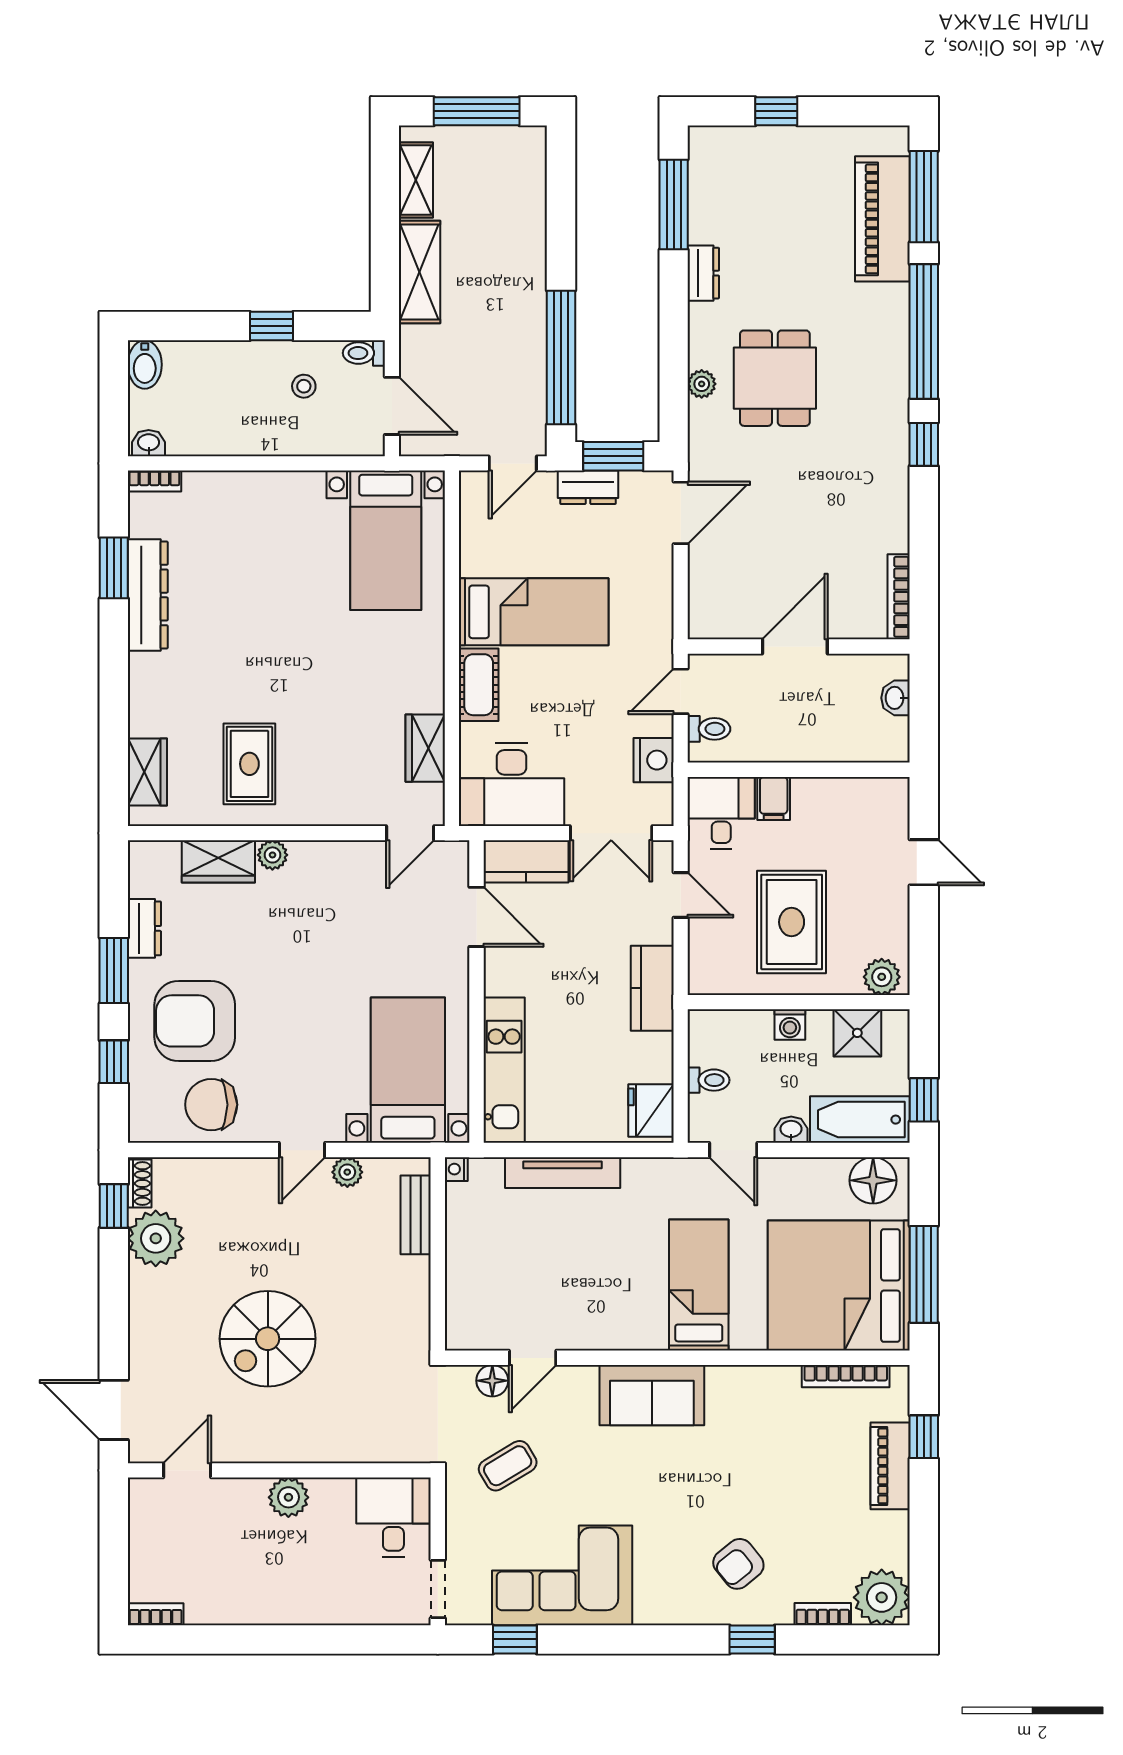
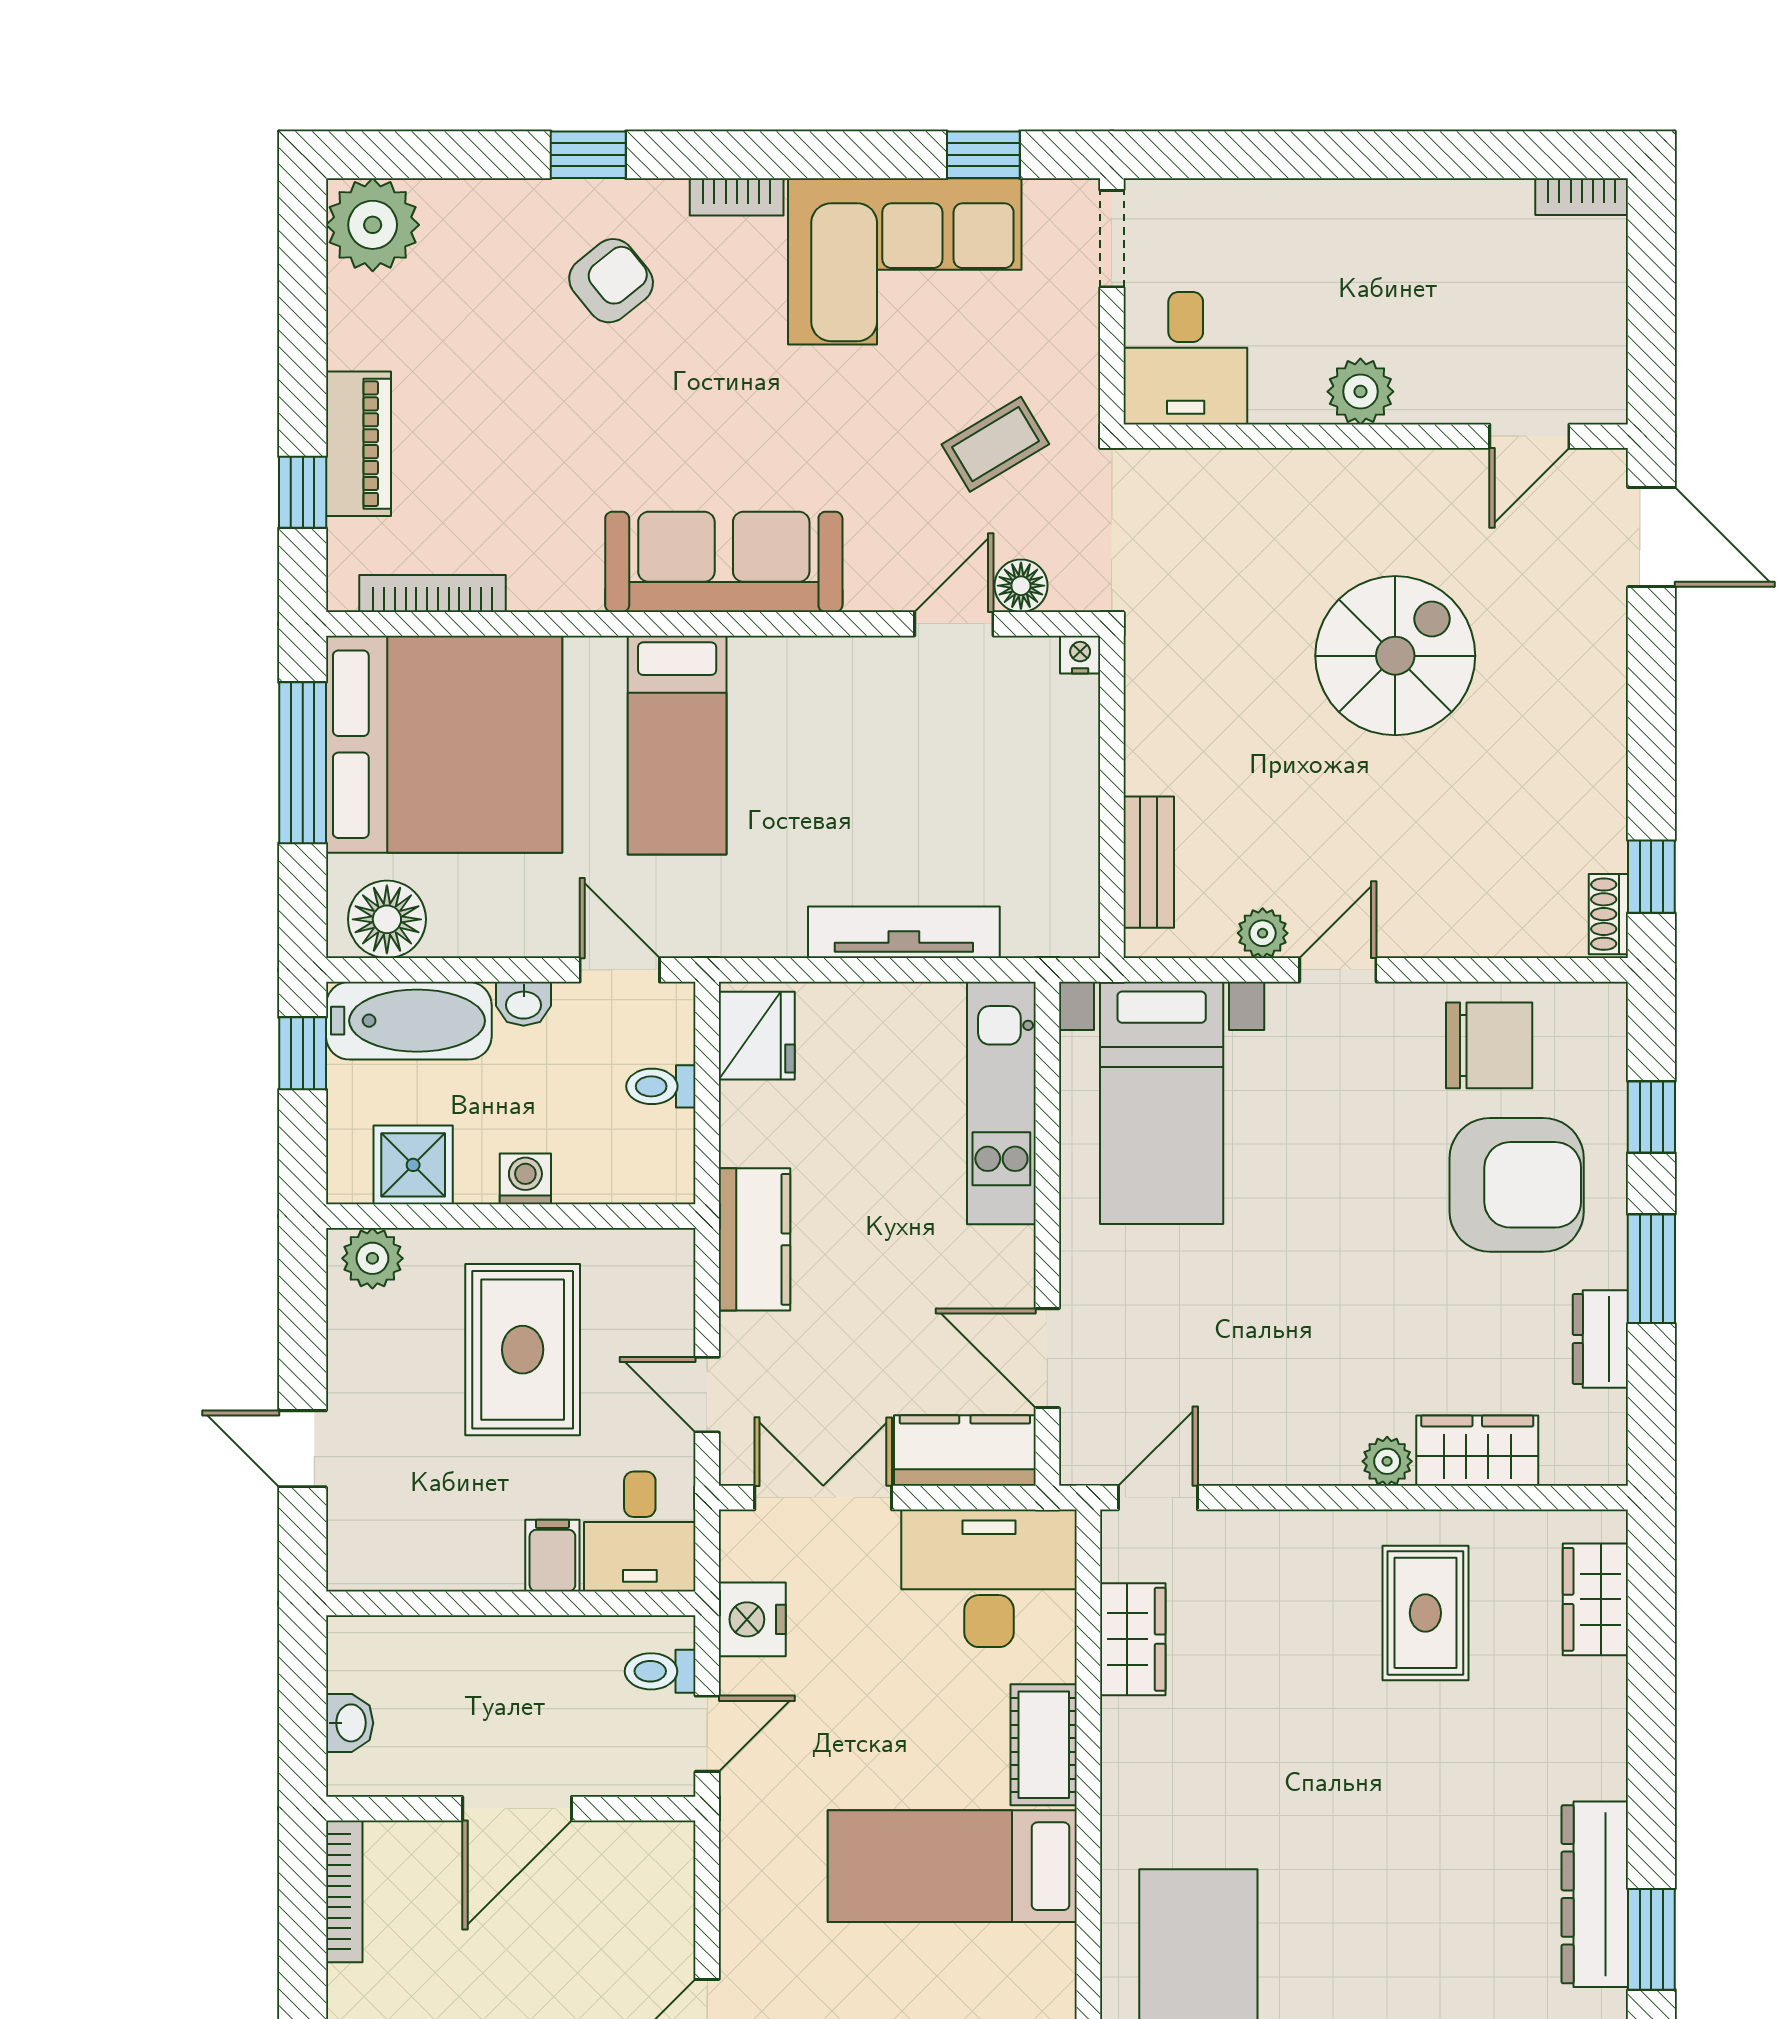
nightstand: (456, 1169) -> (1080, 655), moved, turned -90
plant: (156, 1238) -> (1582, 823), removed
sofa: (652, 1395) -> (724, 562), width x1.36
bookcase: (823, 1614) -> (737, 197), moved

